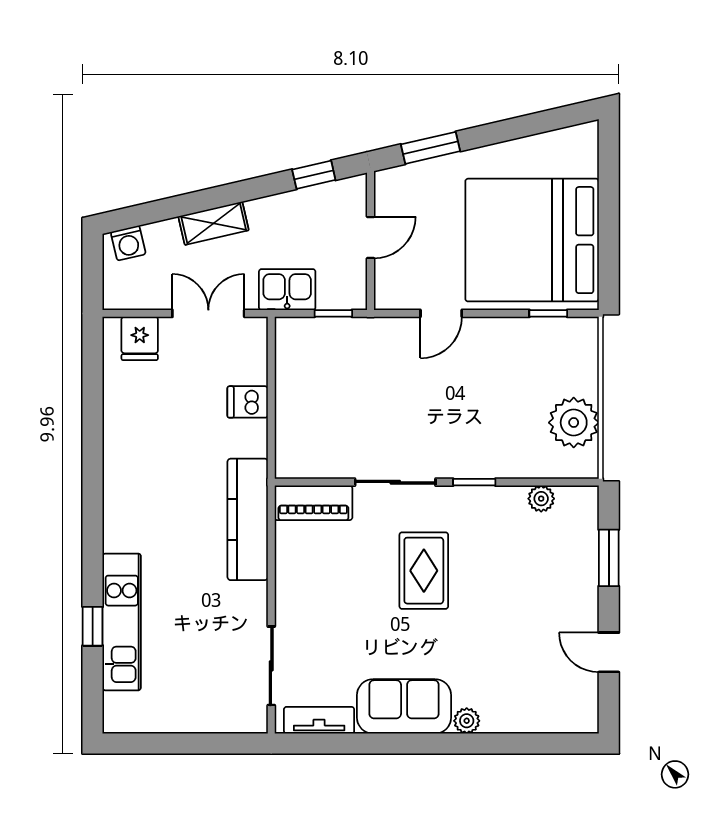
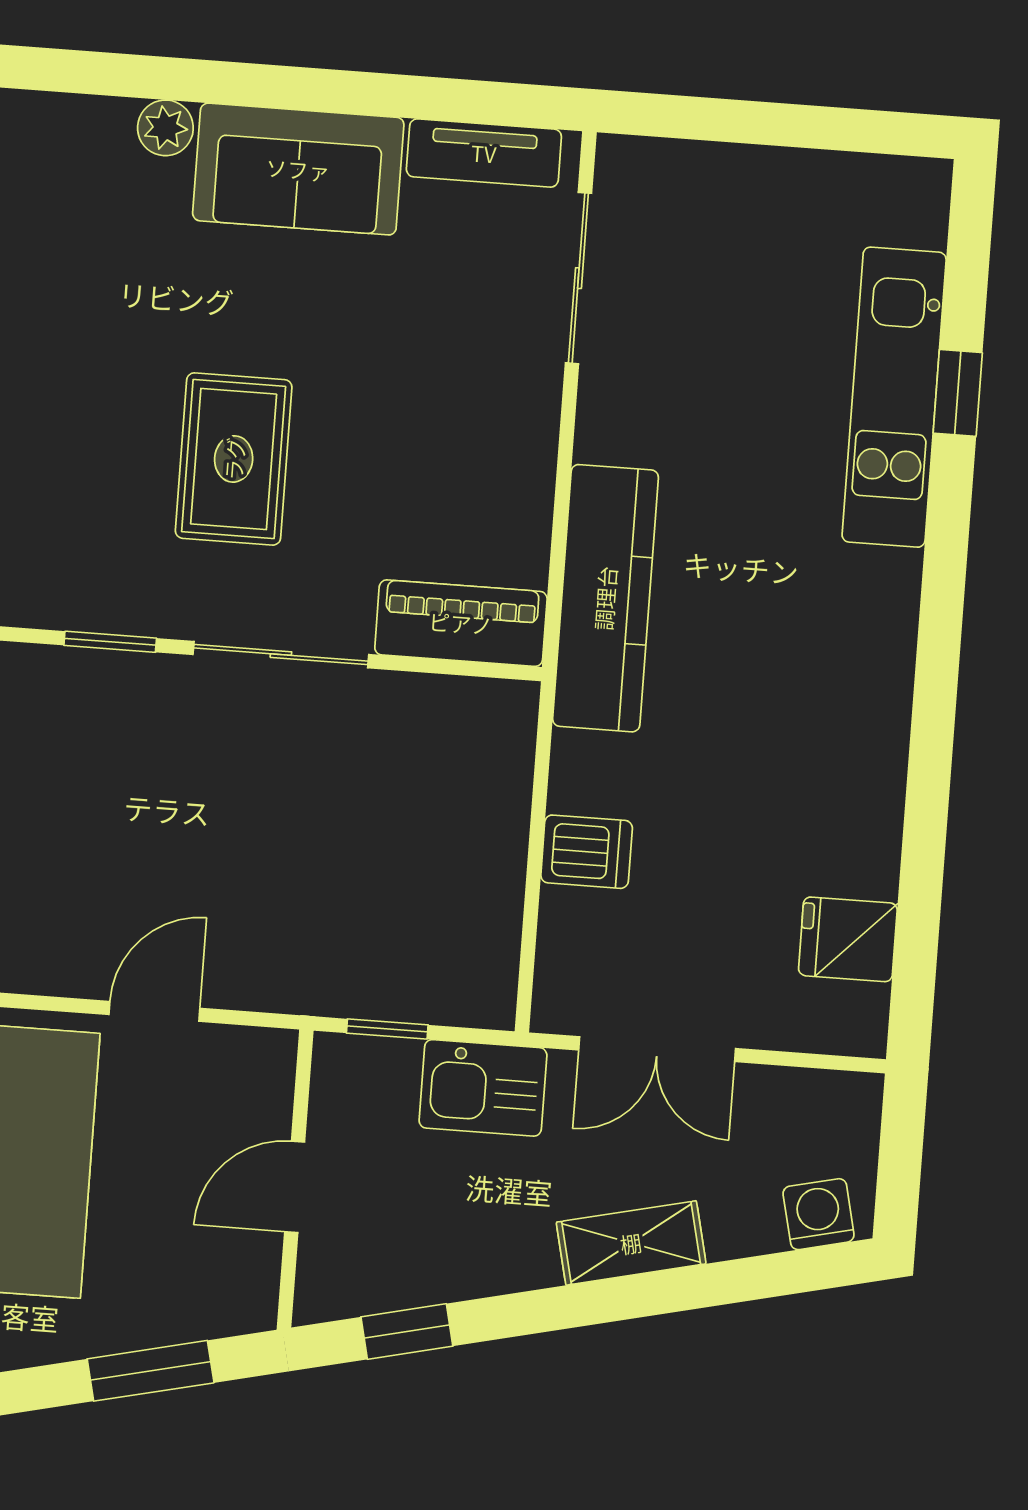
fridge: (140, 338) -> (848, 939), moved, turned -90

